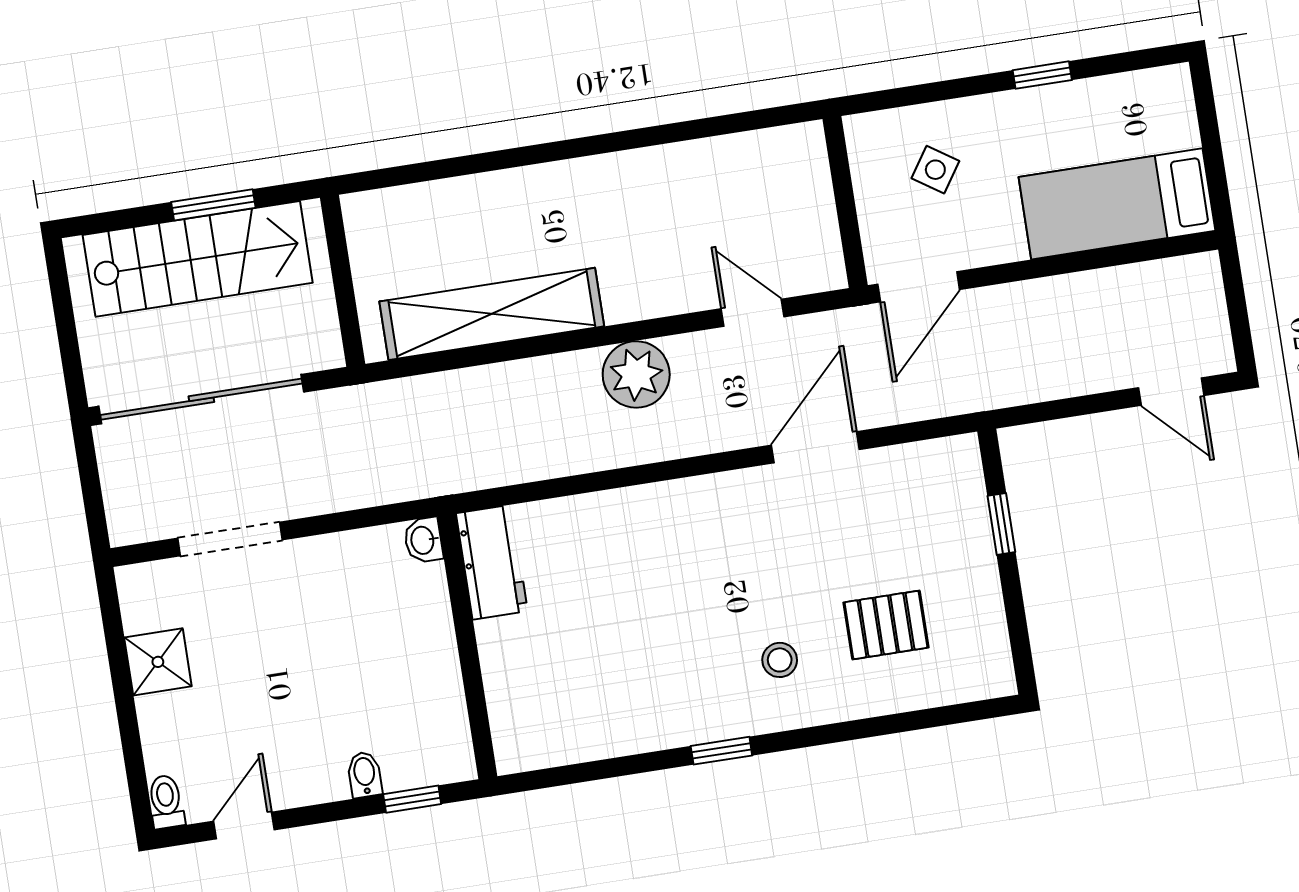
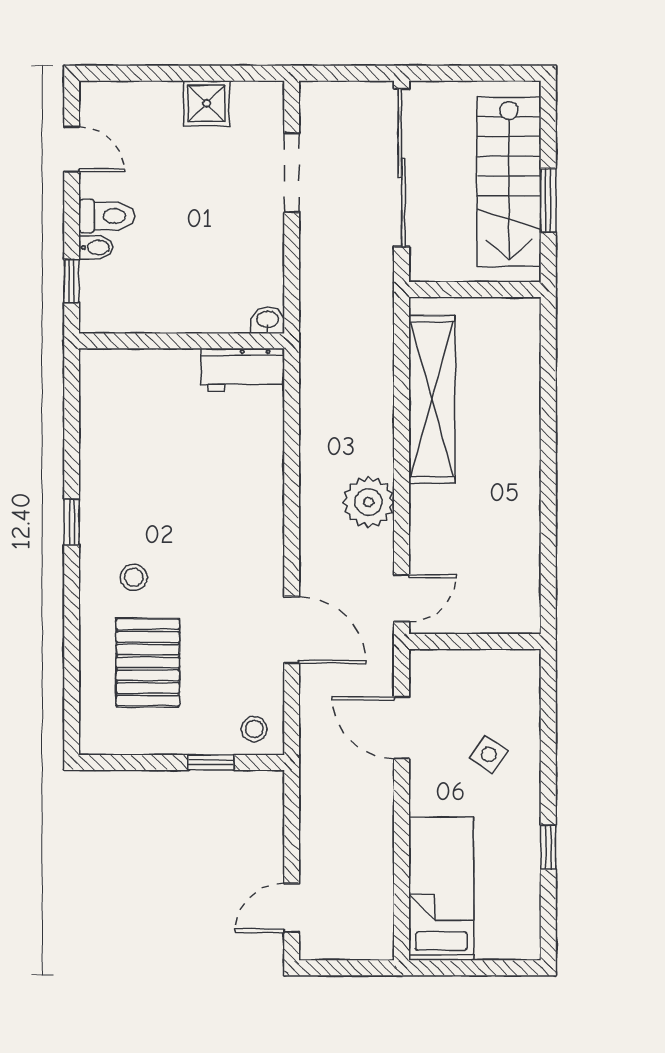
wall: (845, 202) -> (475, 642), moved
stool: (950, 475) -> (254, 729), added
pallet: (886, 625) -> (148, 663), width x1.50, depth x1.42
toilet: (166, 802) -> (107, 216), moved, width x1.37, depth x1.39

